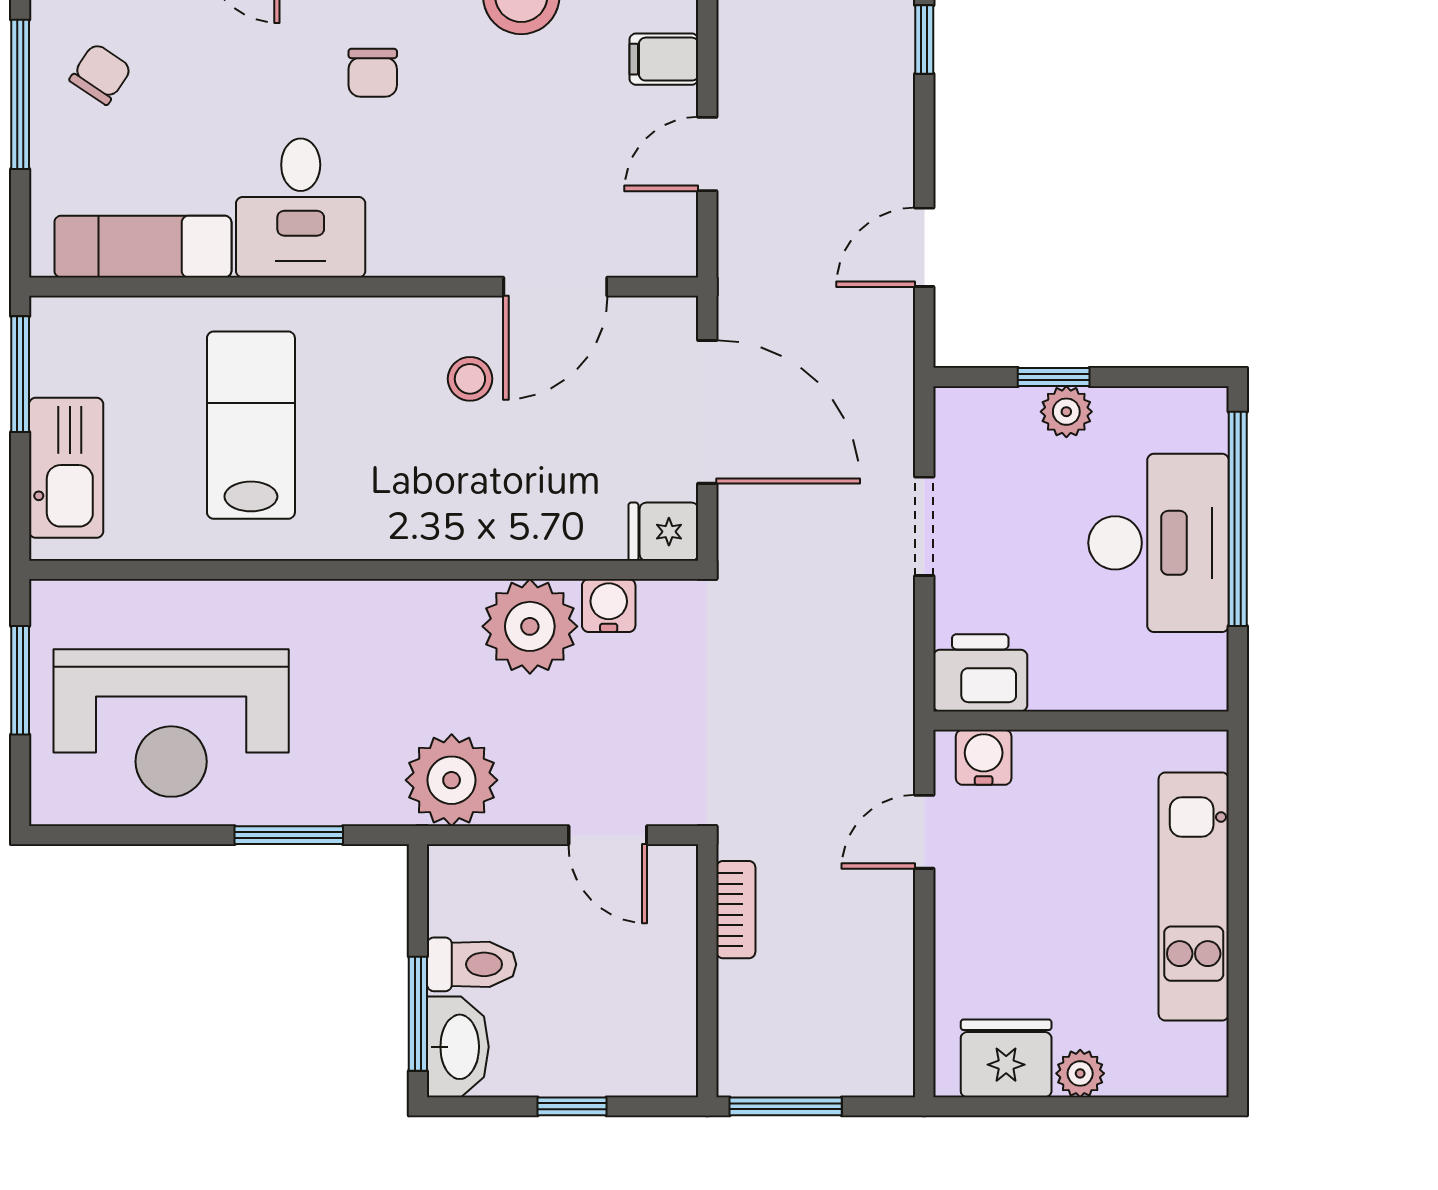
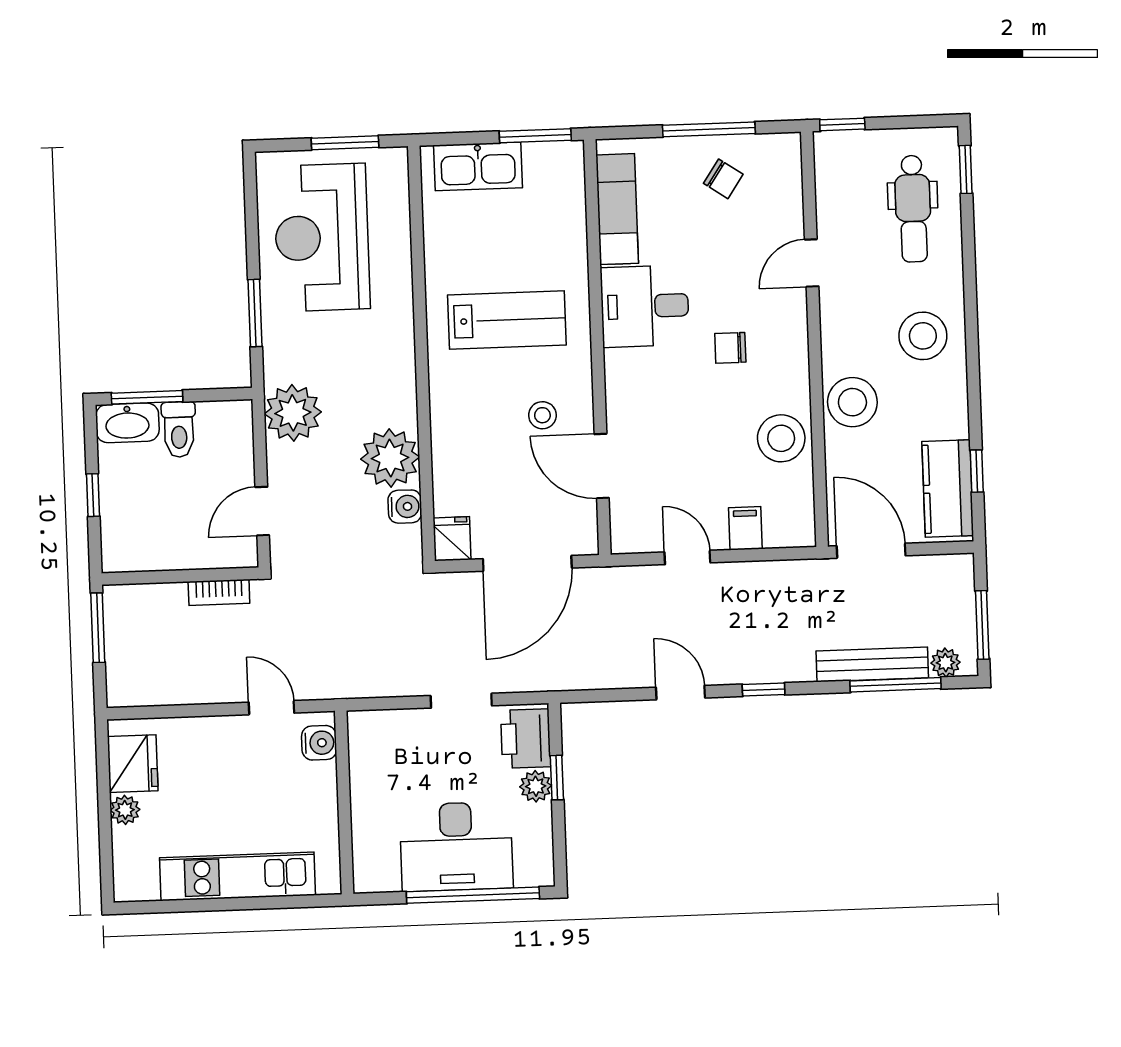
door: (924, 247) -> (680, 693), moved
lab bench: (251, 425) -> (507, 320), moved
printer: (980, 673) -> (526, 739), moved, turned 180

